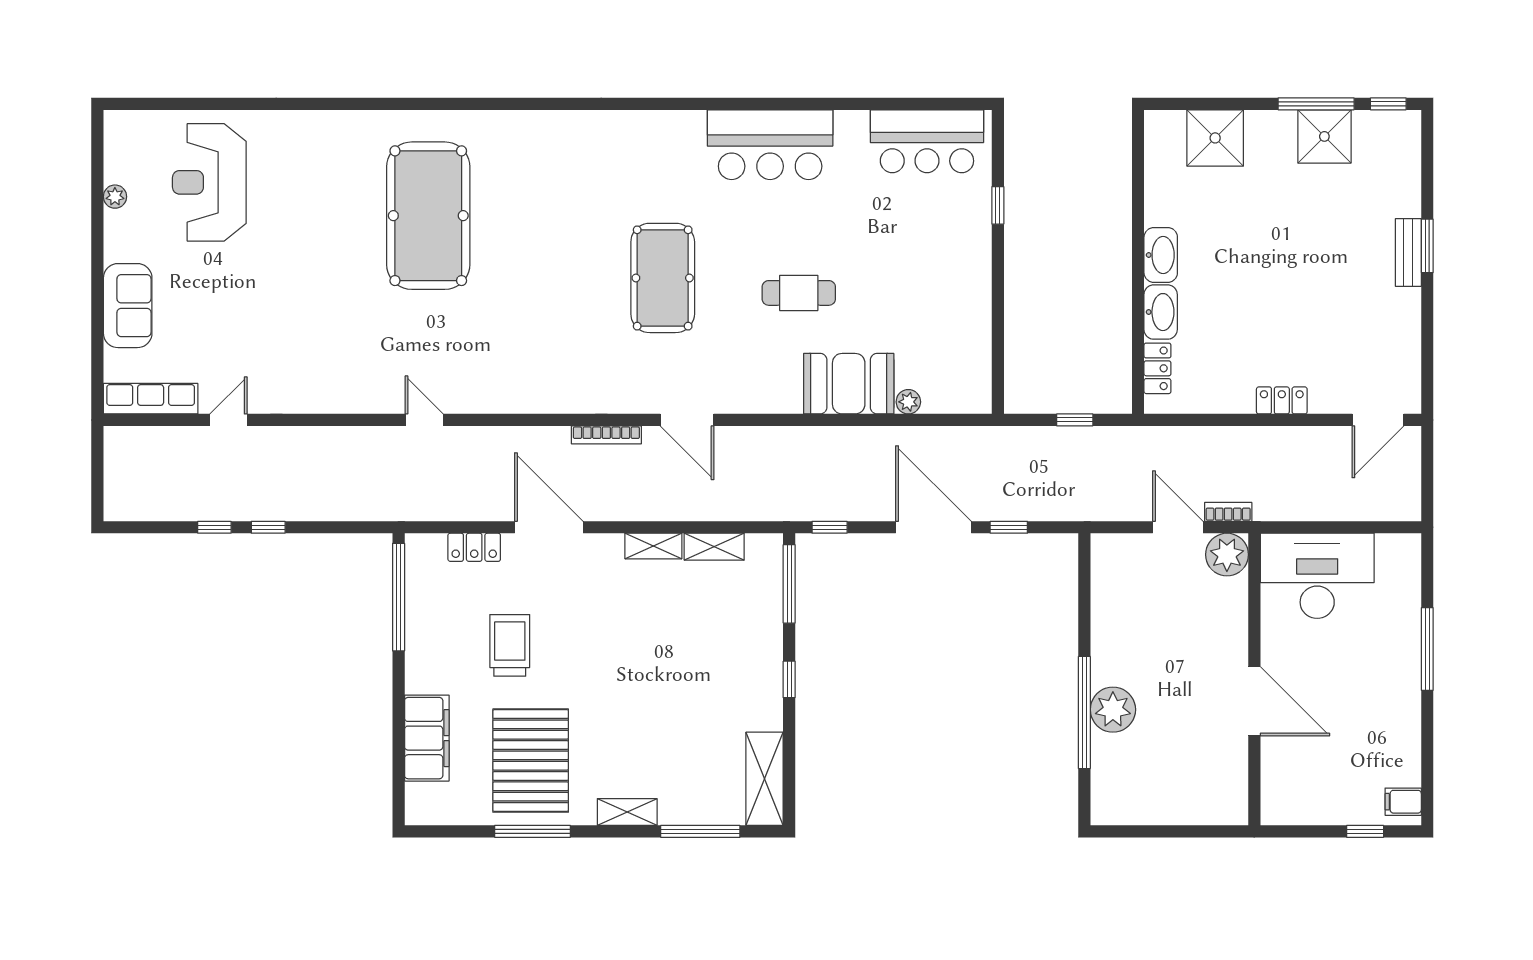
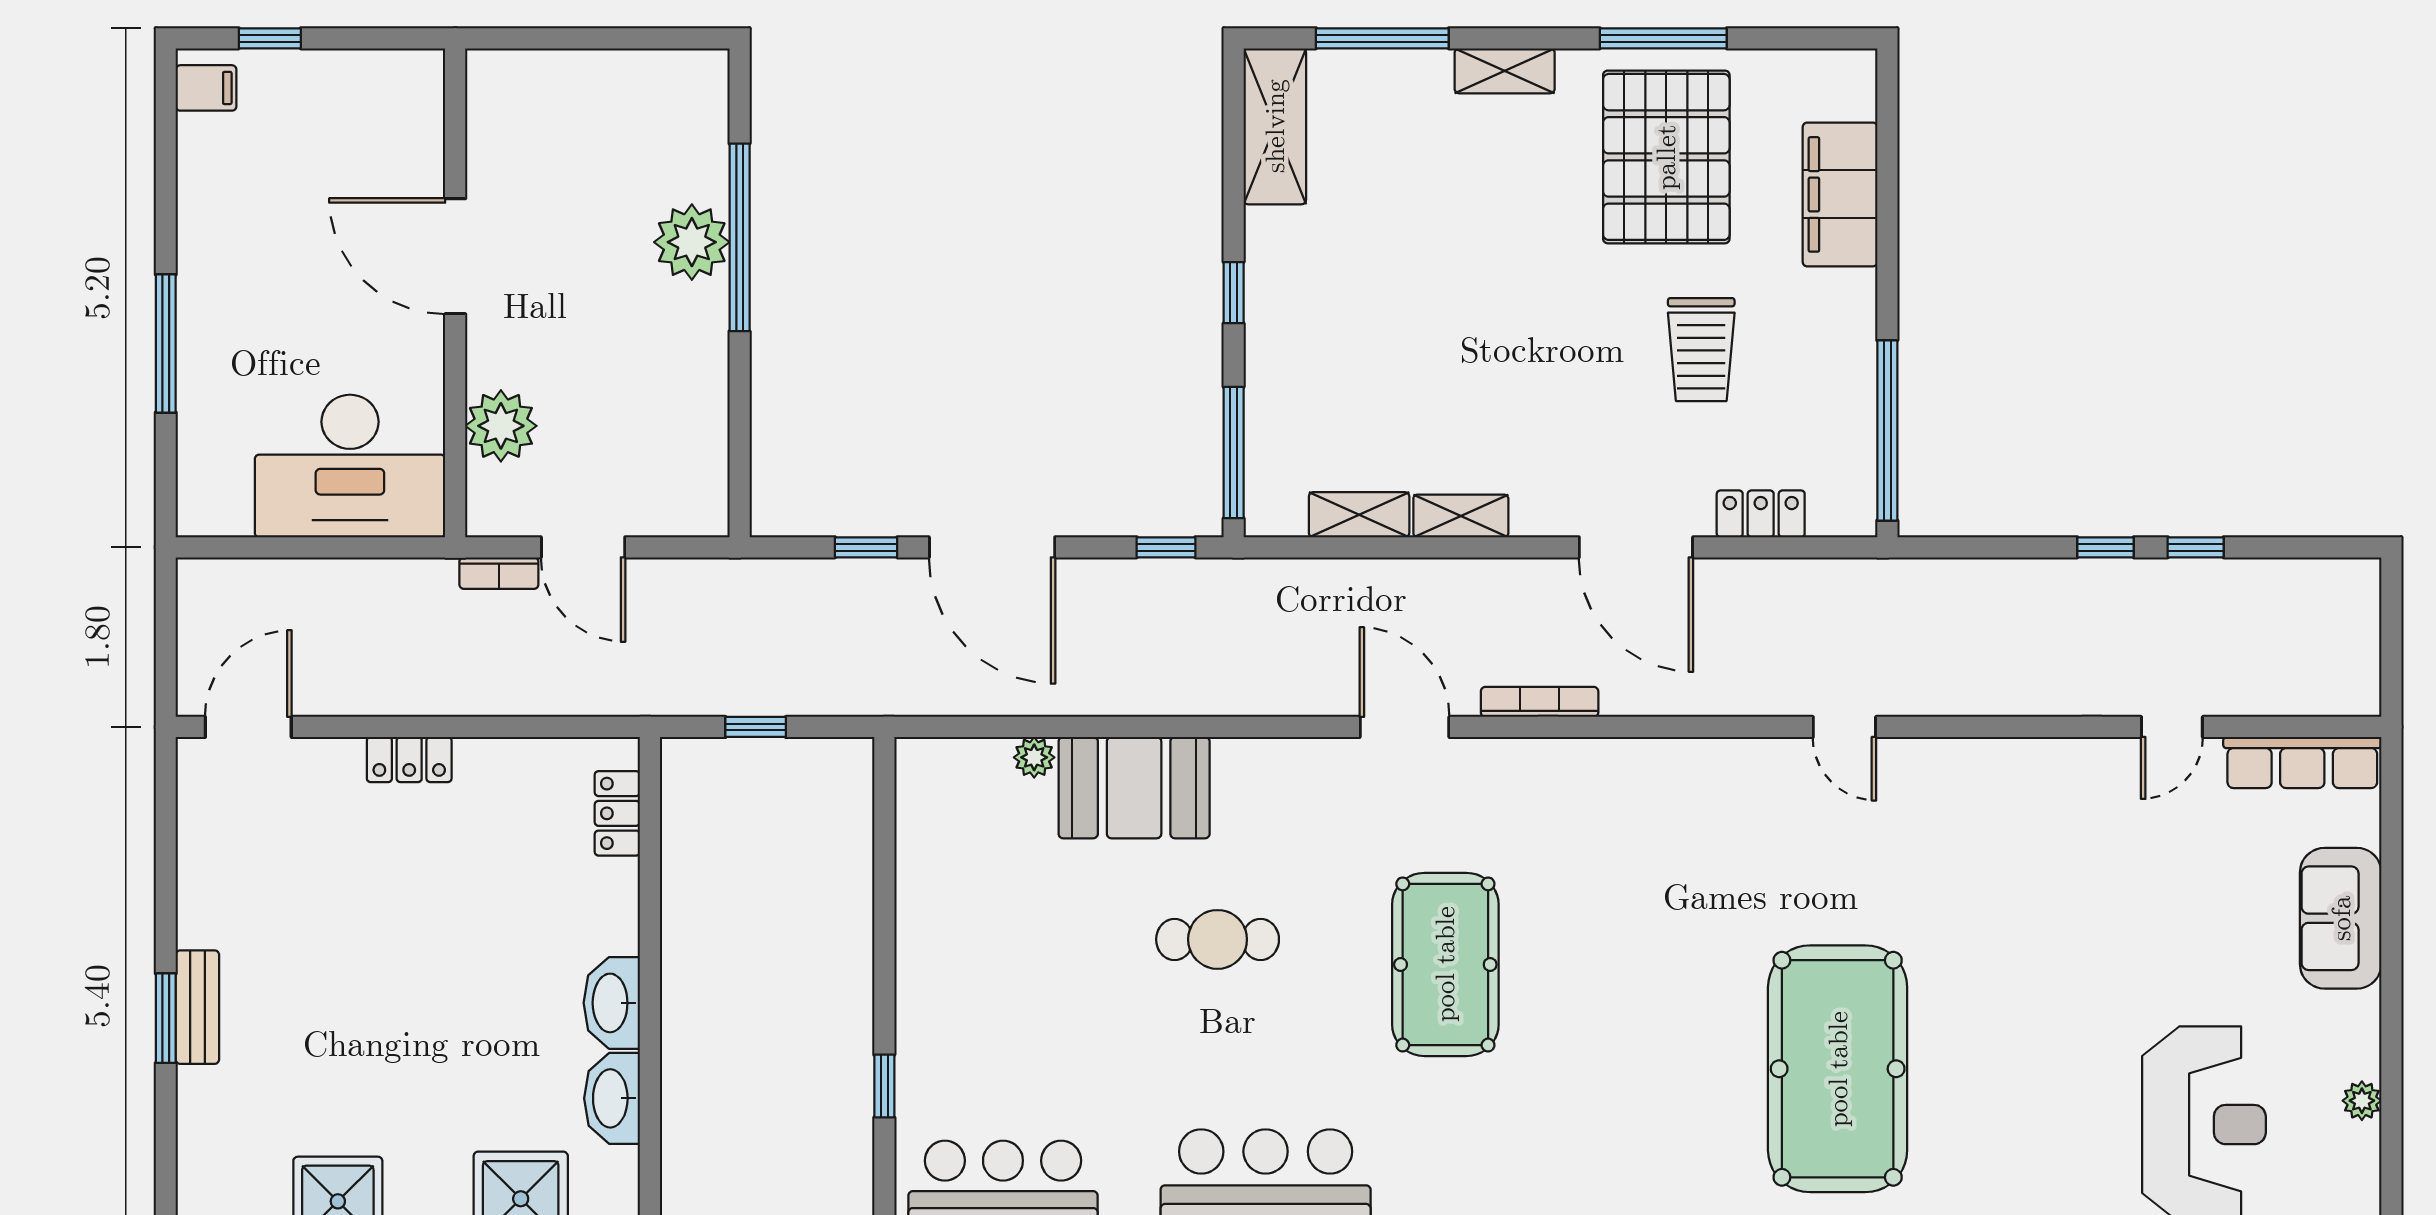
washbasin: (1161, 312) -> (612, 1098), moved
plant: (1227, 555) -> (501, 426), moved

